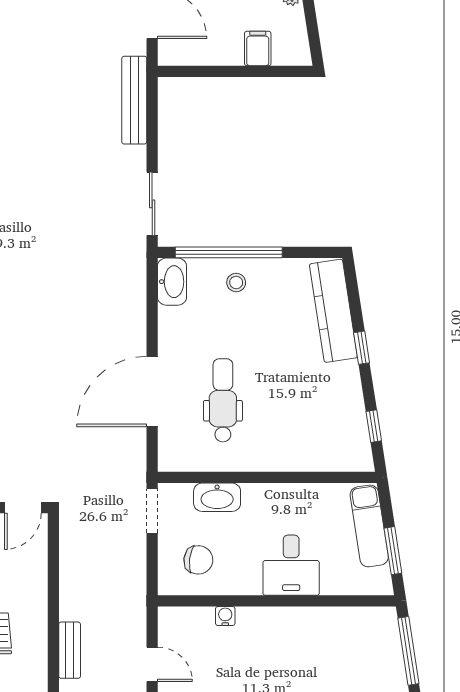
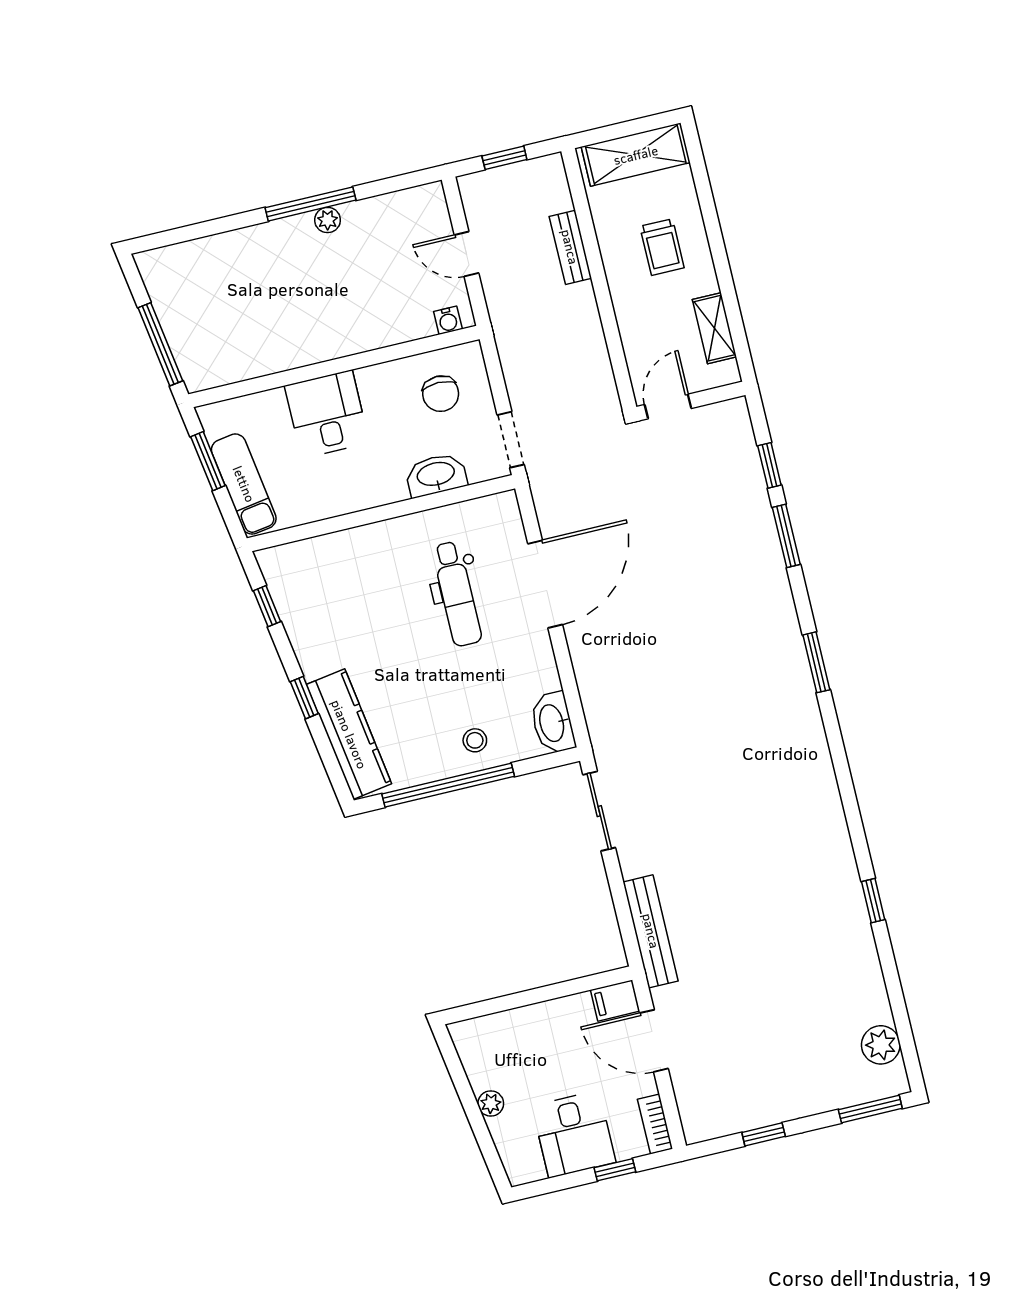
filing cabinet: (258, 48) -> (615, 1000), moved, turned 90
window: (229, 252) -> (448, 785), moved
chair: (198, 560) -> (441, 394), turned -97
water cooler: (225, 616) -> (448, 320), moved

